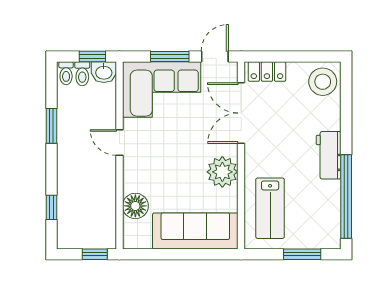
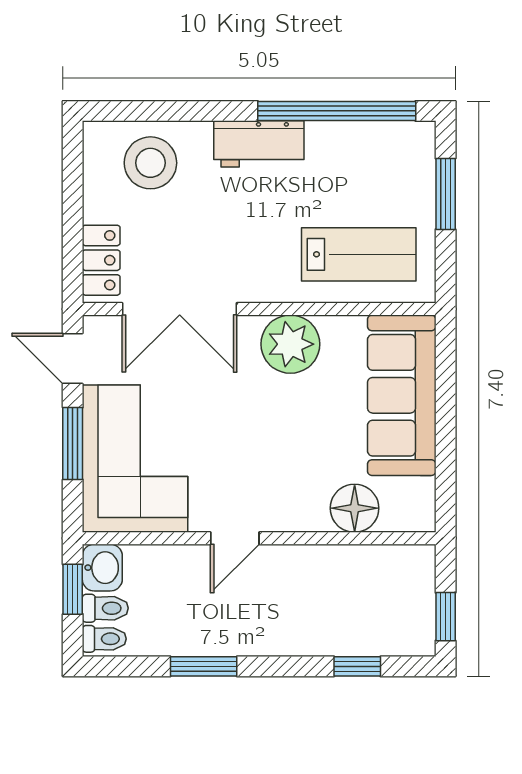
stool: (323, 82) -> (150, 163), moved
window: (95, 254) -> (446, 617), moved

